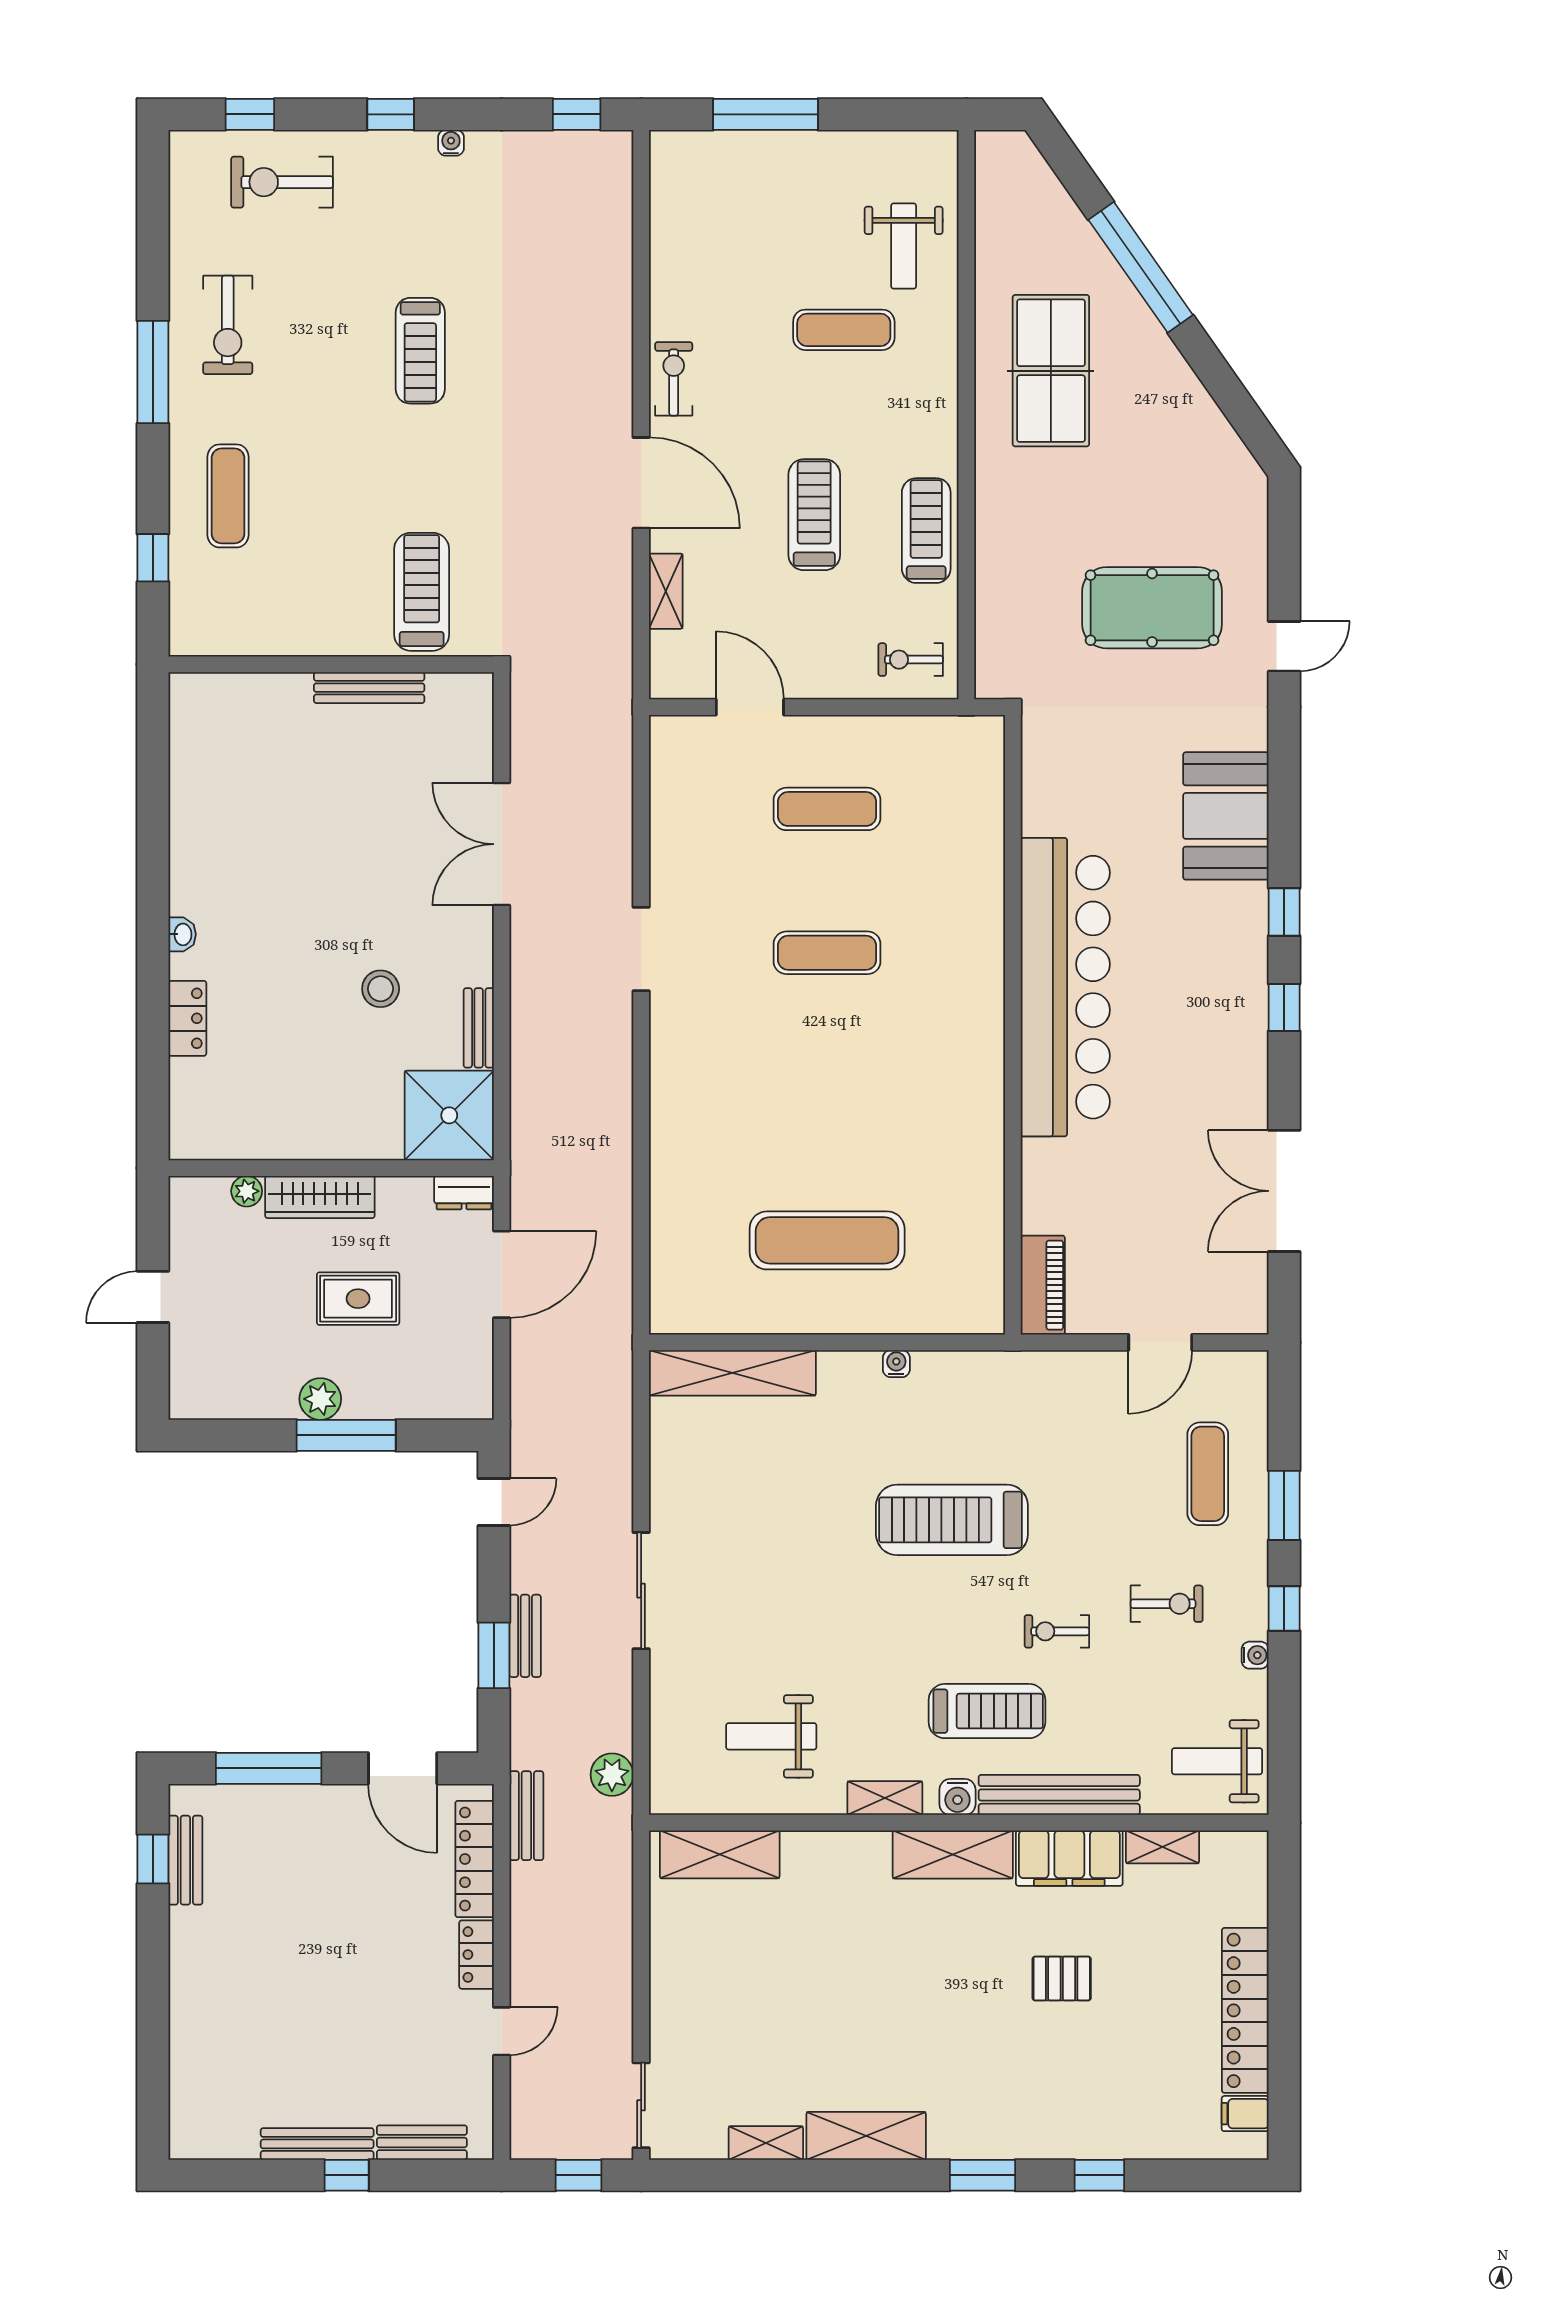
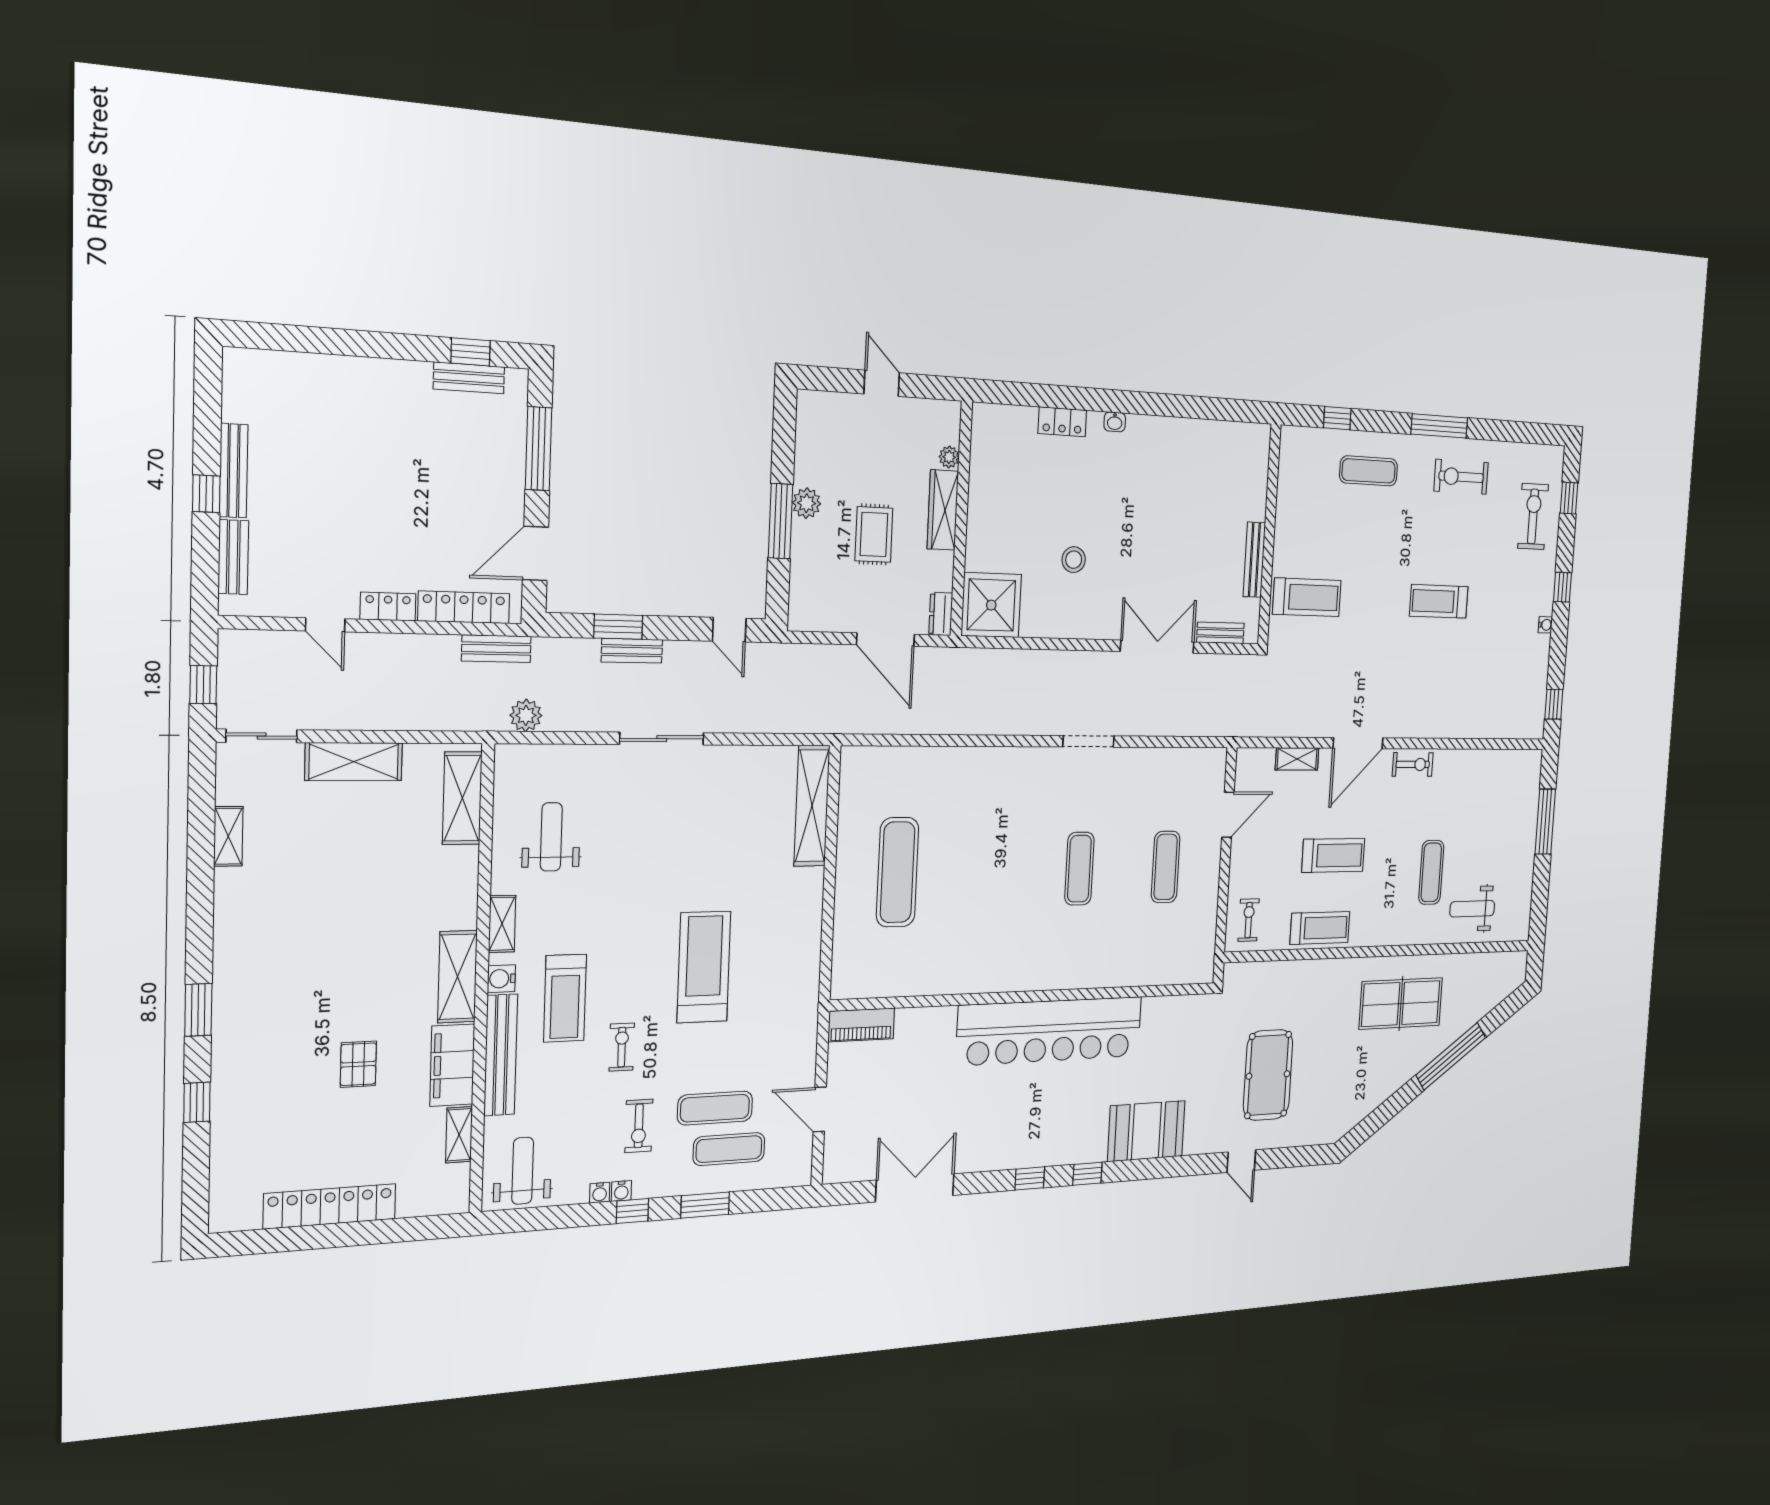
bench: (479, 1028) -> (1220, 633), moved
water cooler: (896, 1364) -> (621, 1191), moved, turned 90
exercise mat: (1149, 1496) -> (715, 1108), added
filing cabinet: (1245, 2114) -> (246, 1213), removed
shelving: (866, 2136) -> (354, 762), moved, turned 90

